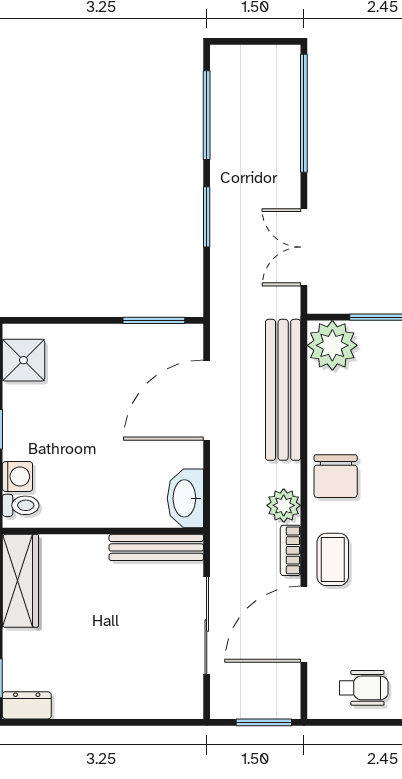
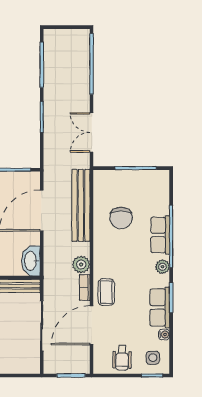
plant: (332, 345) -> (106, 183), removed
chair: (336, 476) -> (121, 218), moved
wheelchair: (364, 688) -> (122, 358), turned 91

